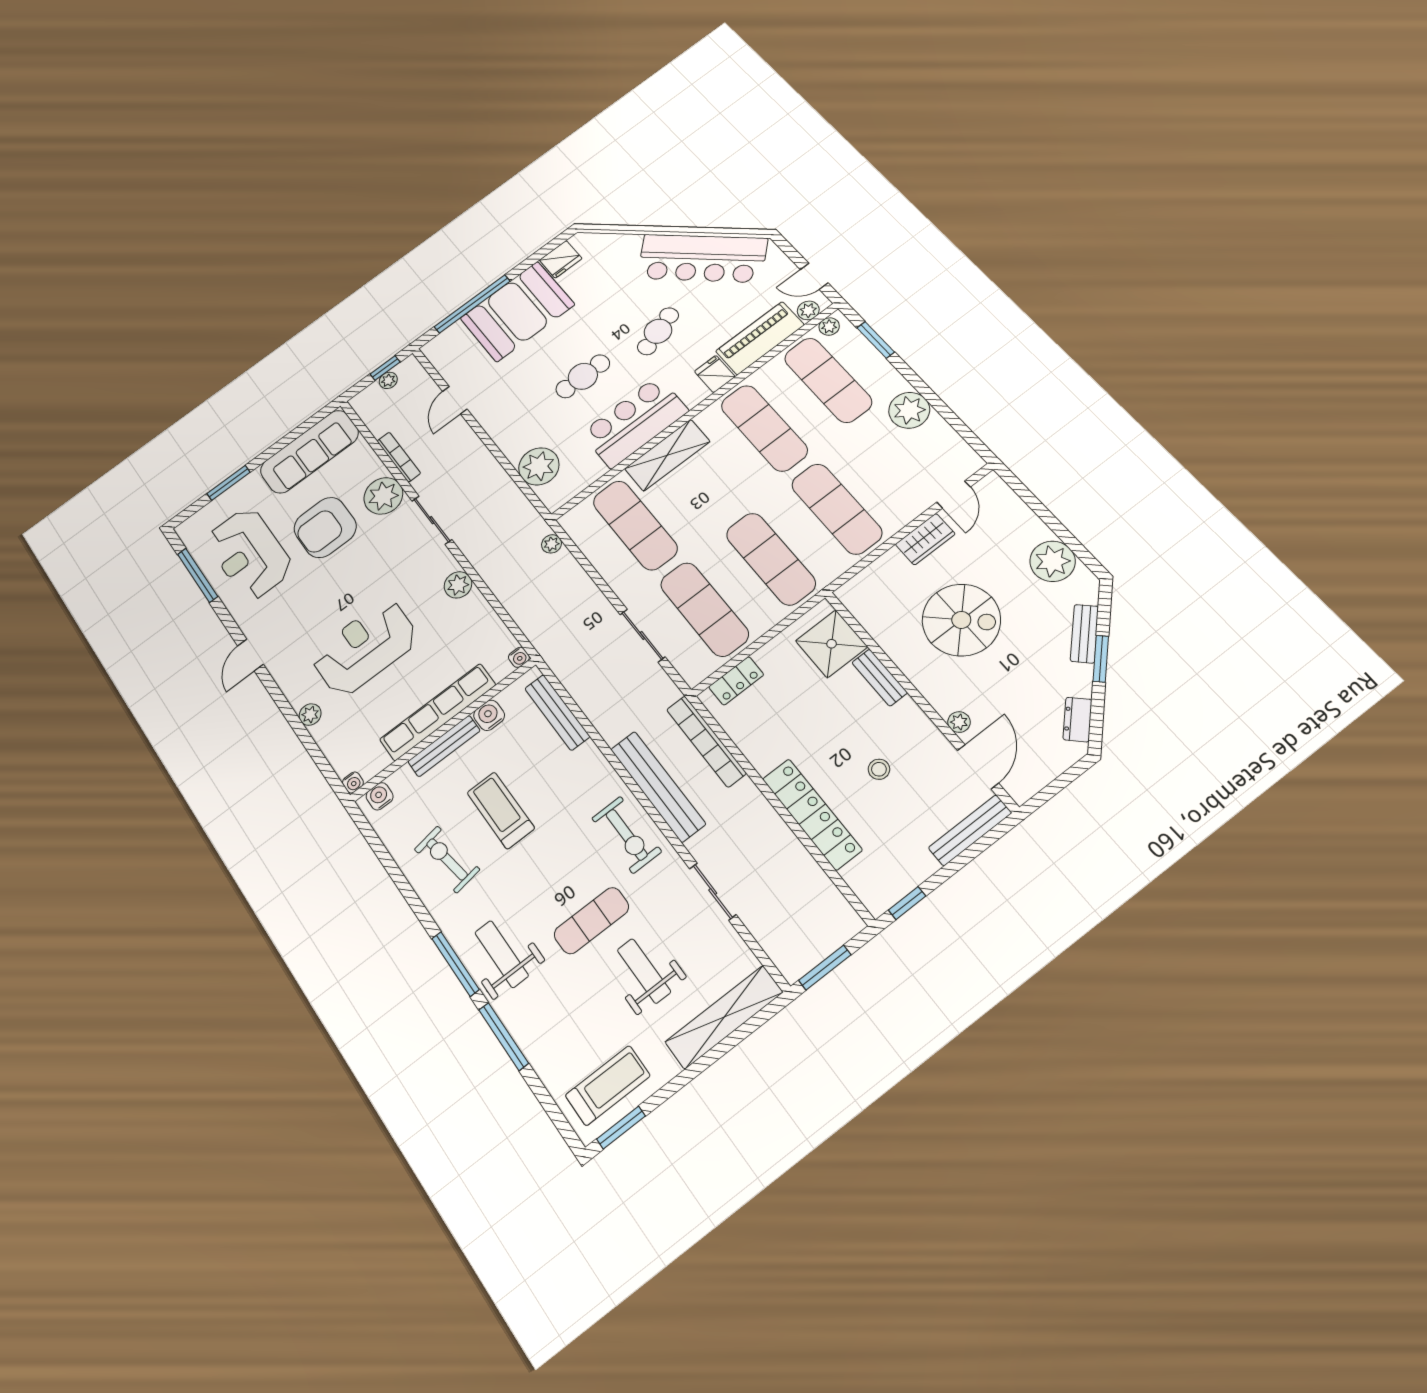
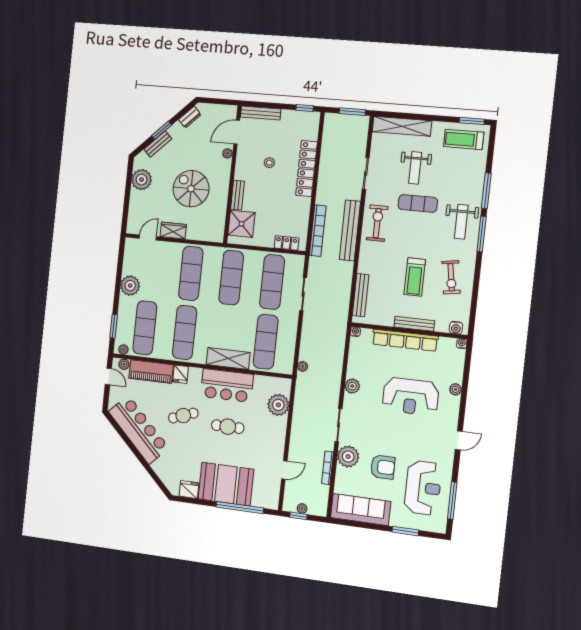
armchair: (325, 527) -> (383, 467), width x0.73, depth x0.73
water cooler: (489, 715) -> (387, 319), removed

